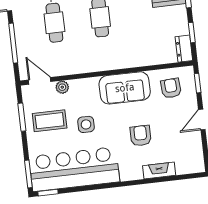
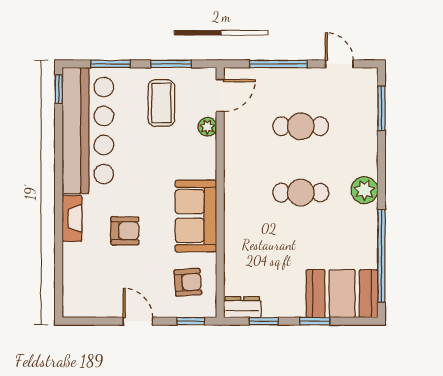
side table: (86, 124) -> (150, 155), removed
fireplace: (159, 170) -> (72, 218), moved
window: (28, 174) -> (110, 64), moved

